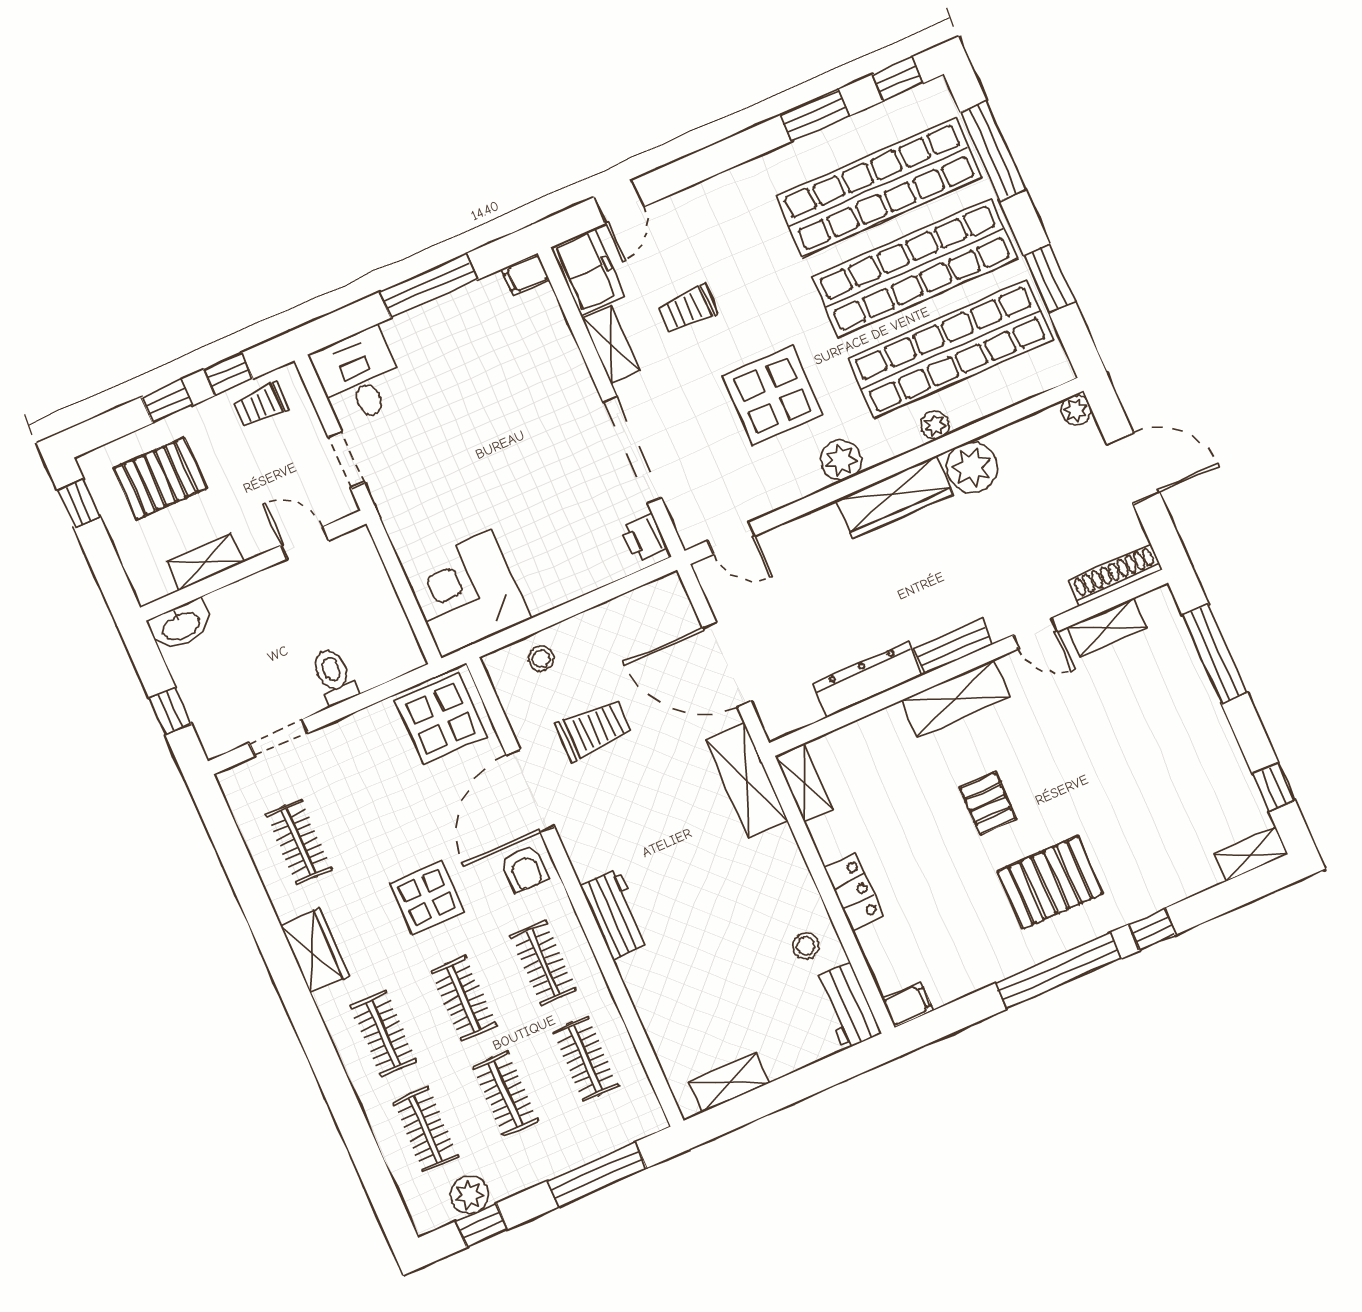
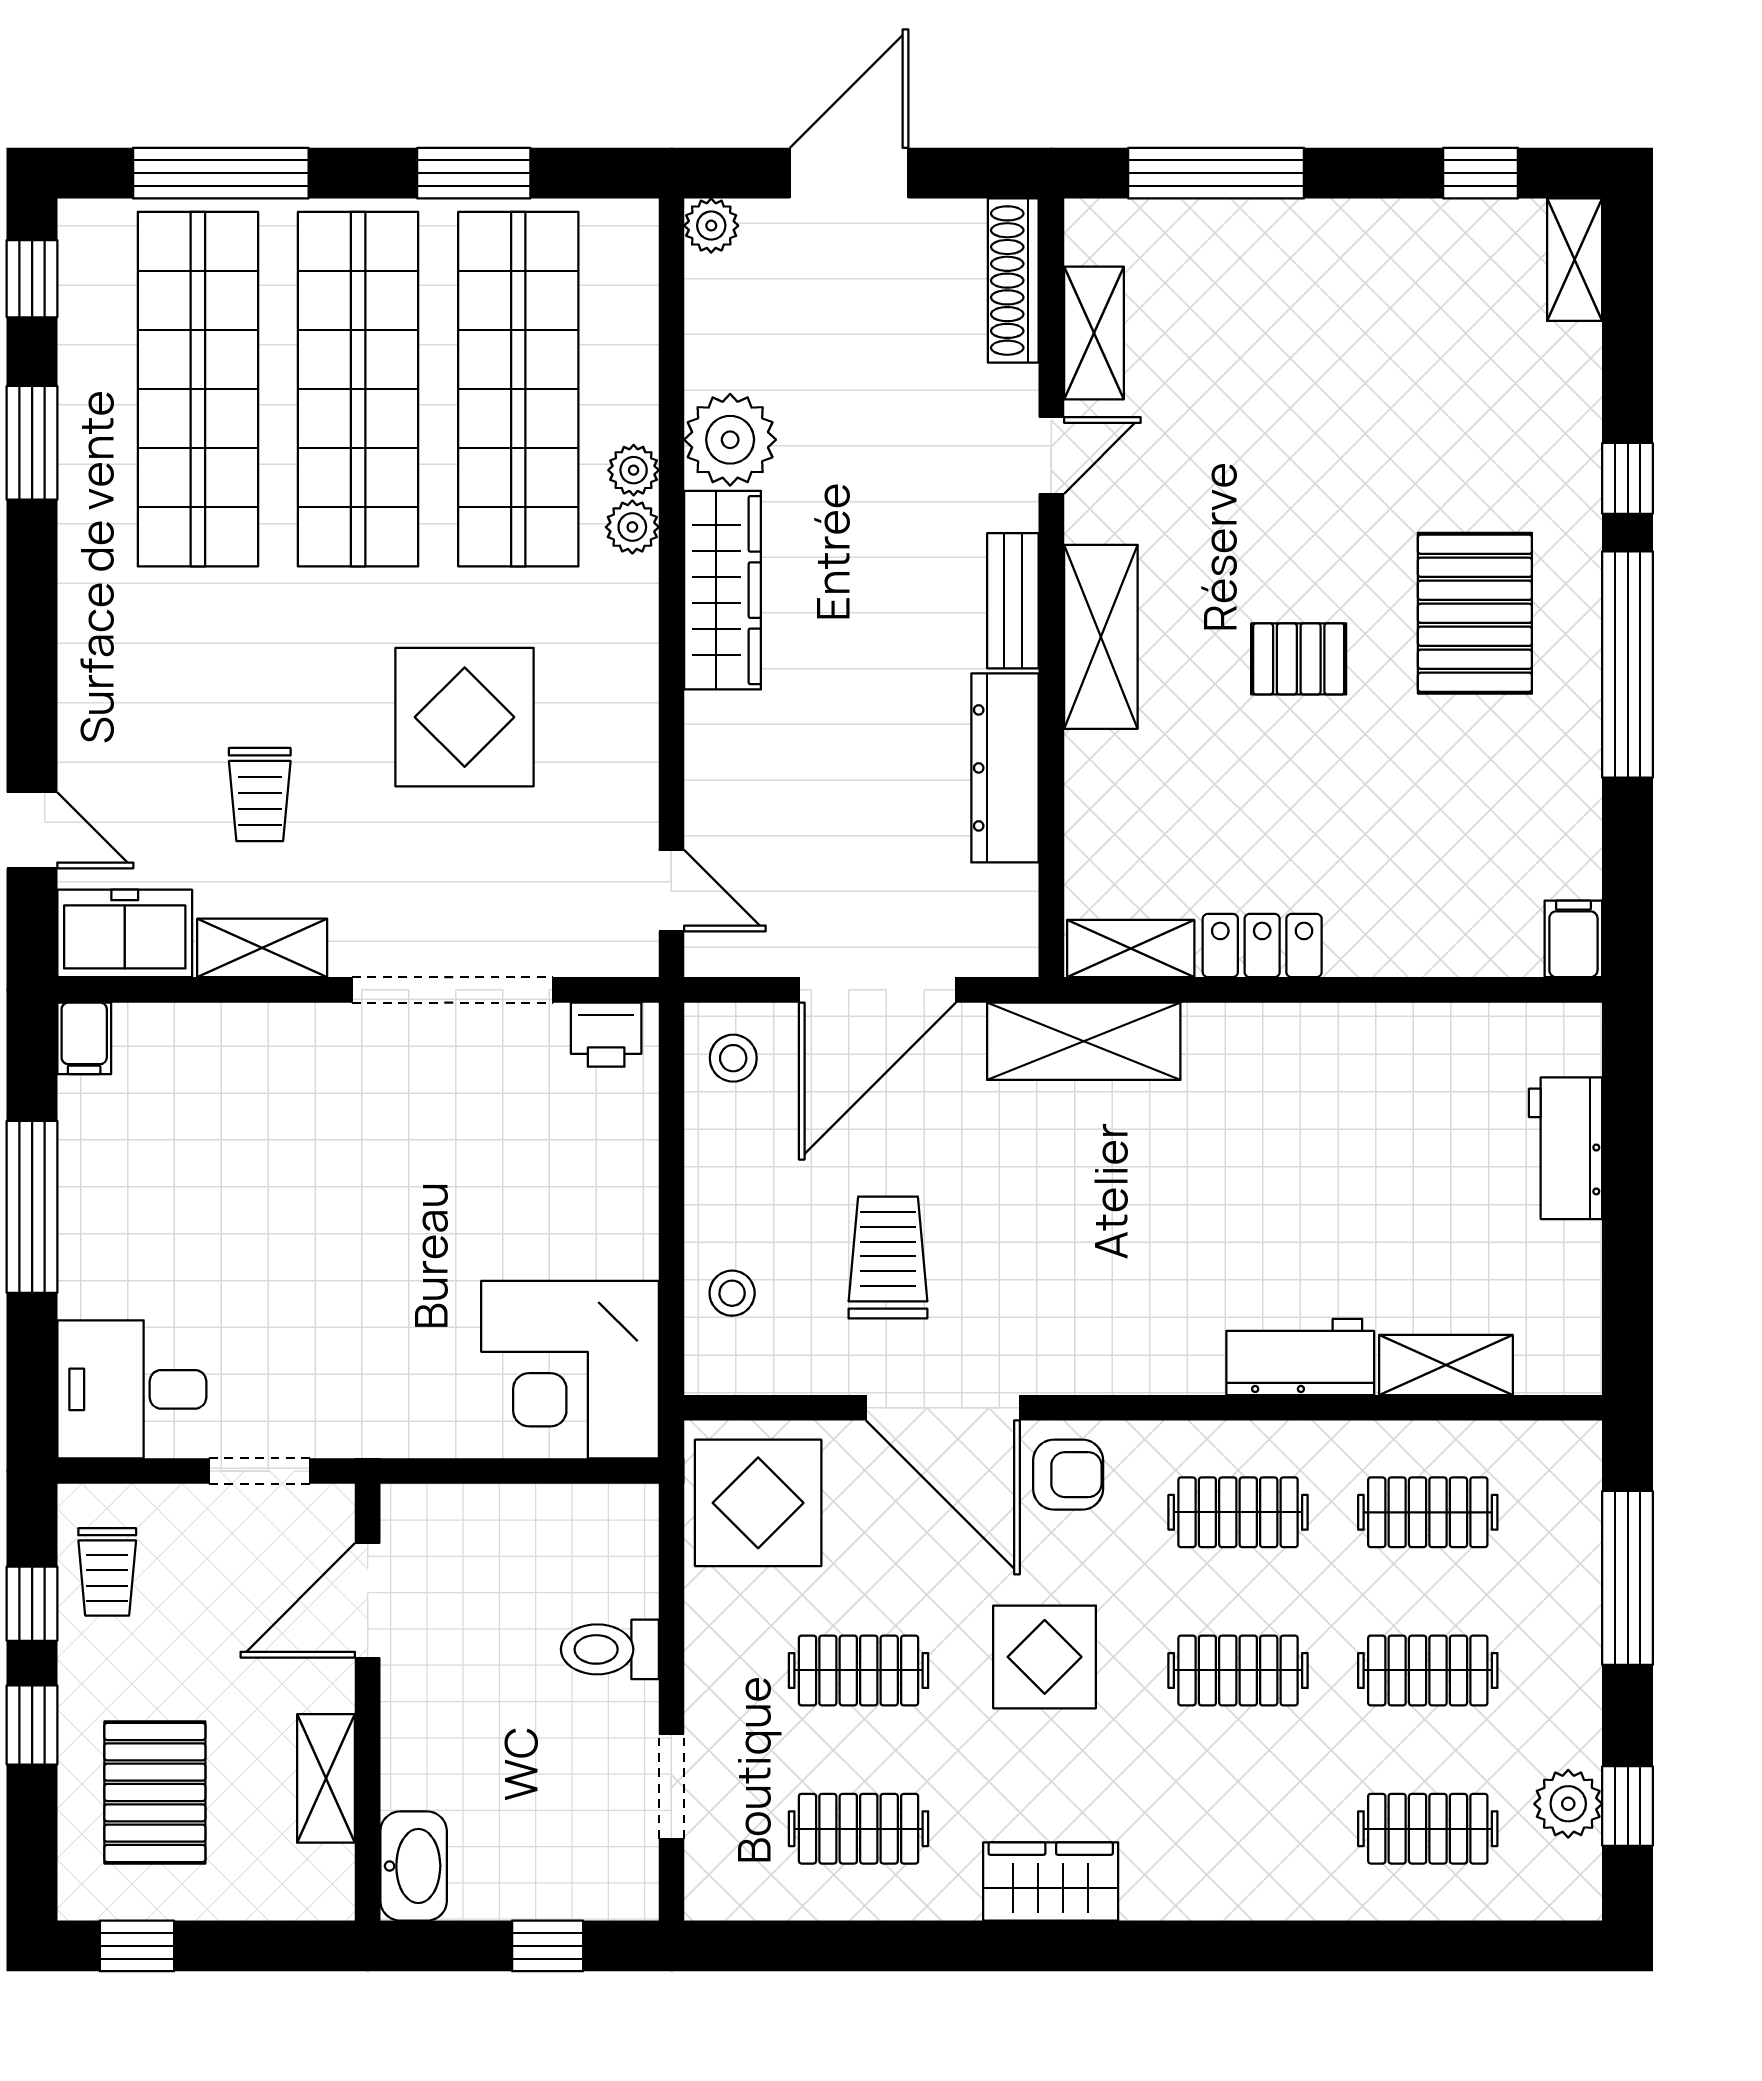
plant: (841, 460) -> (632, 527), moved, width x0.73, depth x0.73
door: (731, 538) -> (671, 891), hinge flipped
door: (305, 543) -> (368, 1600), width x1.38
locker: (854, 892) -> (1262, 946), moved
workbench: (615, 914) -> (1300, 1357), moved
stool: (806, 946) -> (733, 1058), moved
workbench: (848, 1006) -> (1566, 1148), moved, turned 90
clothes rail: (383, 1034) -> (859, 1670), moved
shelving: (729, 1083) -> (1446, 1365), moved, turned 90

